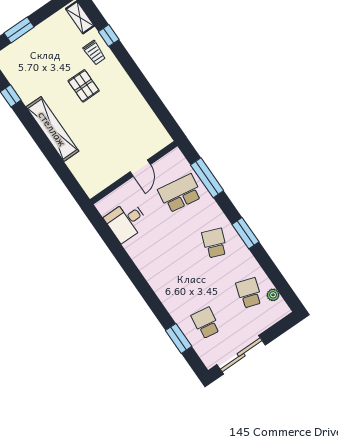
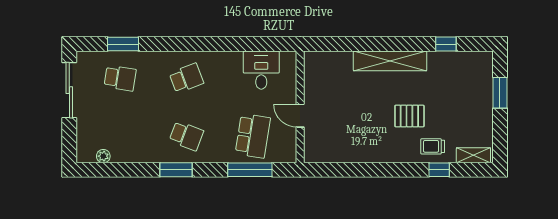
school desk: (249, 293) -> (186, 78), moved, turned -39

